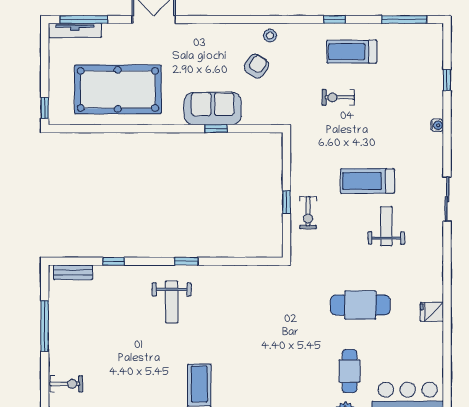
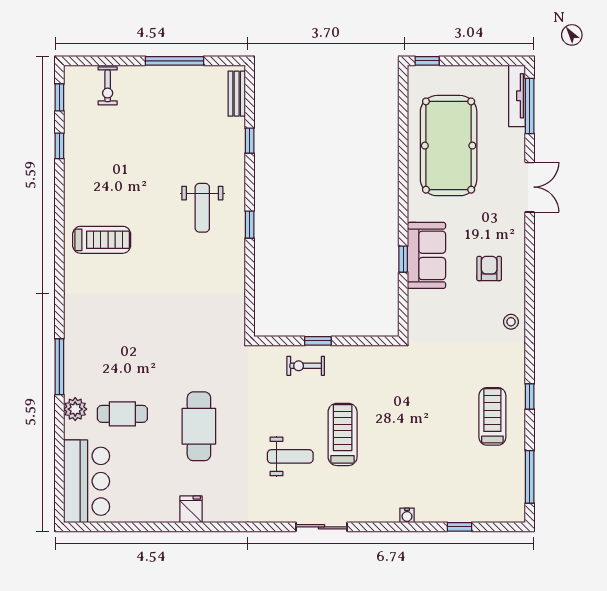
armchair: (256, 66) -> (489, 269), moved, turned -125
exercise bike: (338, 97) -> (439, 401), removed
weight bench: (172, 302) -> (202, 208), turned -90

